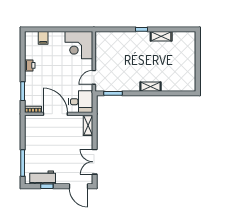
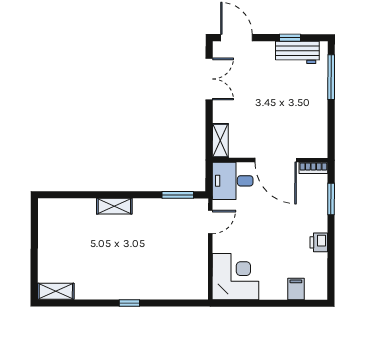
shelving: (161, 36) -> (56, 291), moved

